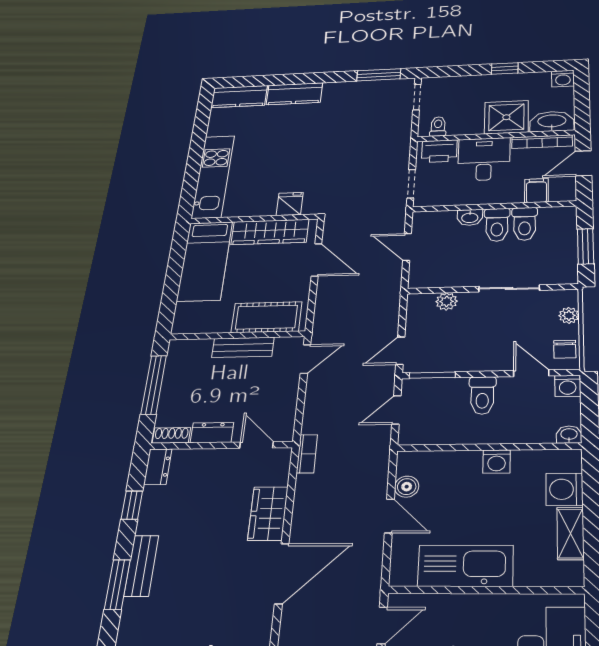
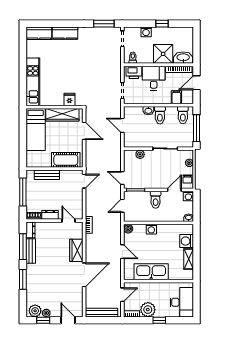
washing machine: (563, 79) -> (146, 32), moved
toilet: (525, 224) -> (183, 115), moved
window: (585, 246) -> (196, 128), width x1.44
bench: (243, 347) -> (47, 175), moved
door: (400, 351) -> (122, 178), hinge flipped
door: (531, 373) -> (174, 190), hinge flipped
washing machine: (497, 462) -> (151, 229), moved
boiler: (407, 487) -> (128, 229), moved
window: (132, 505) -> (23, 247), width x2.17
bench: (141, 566) -> (31, 251), moved

